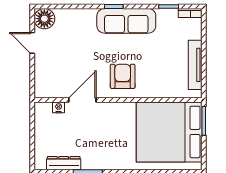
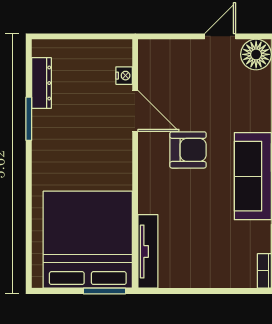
tv unit: (195, 65) -> (148, 251), moved, turned 90
armchair: (123, 76) -> (188, 150), moved

